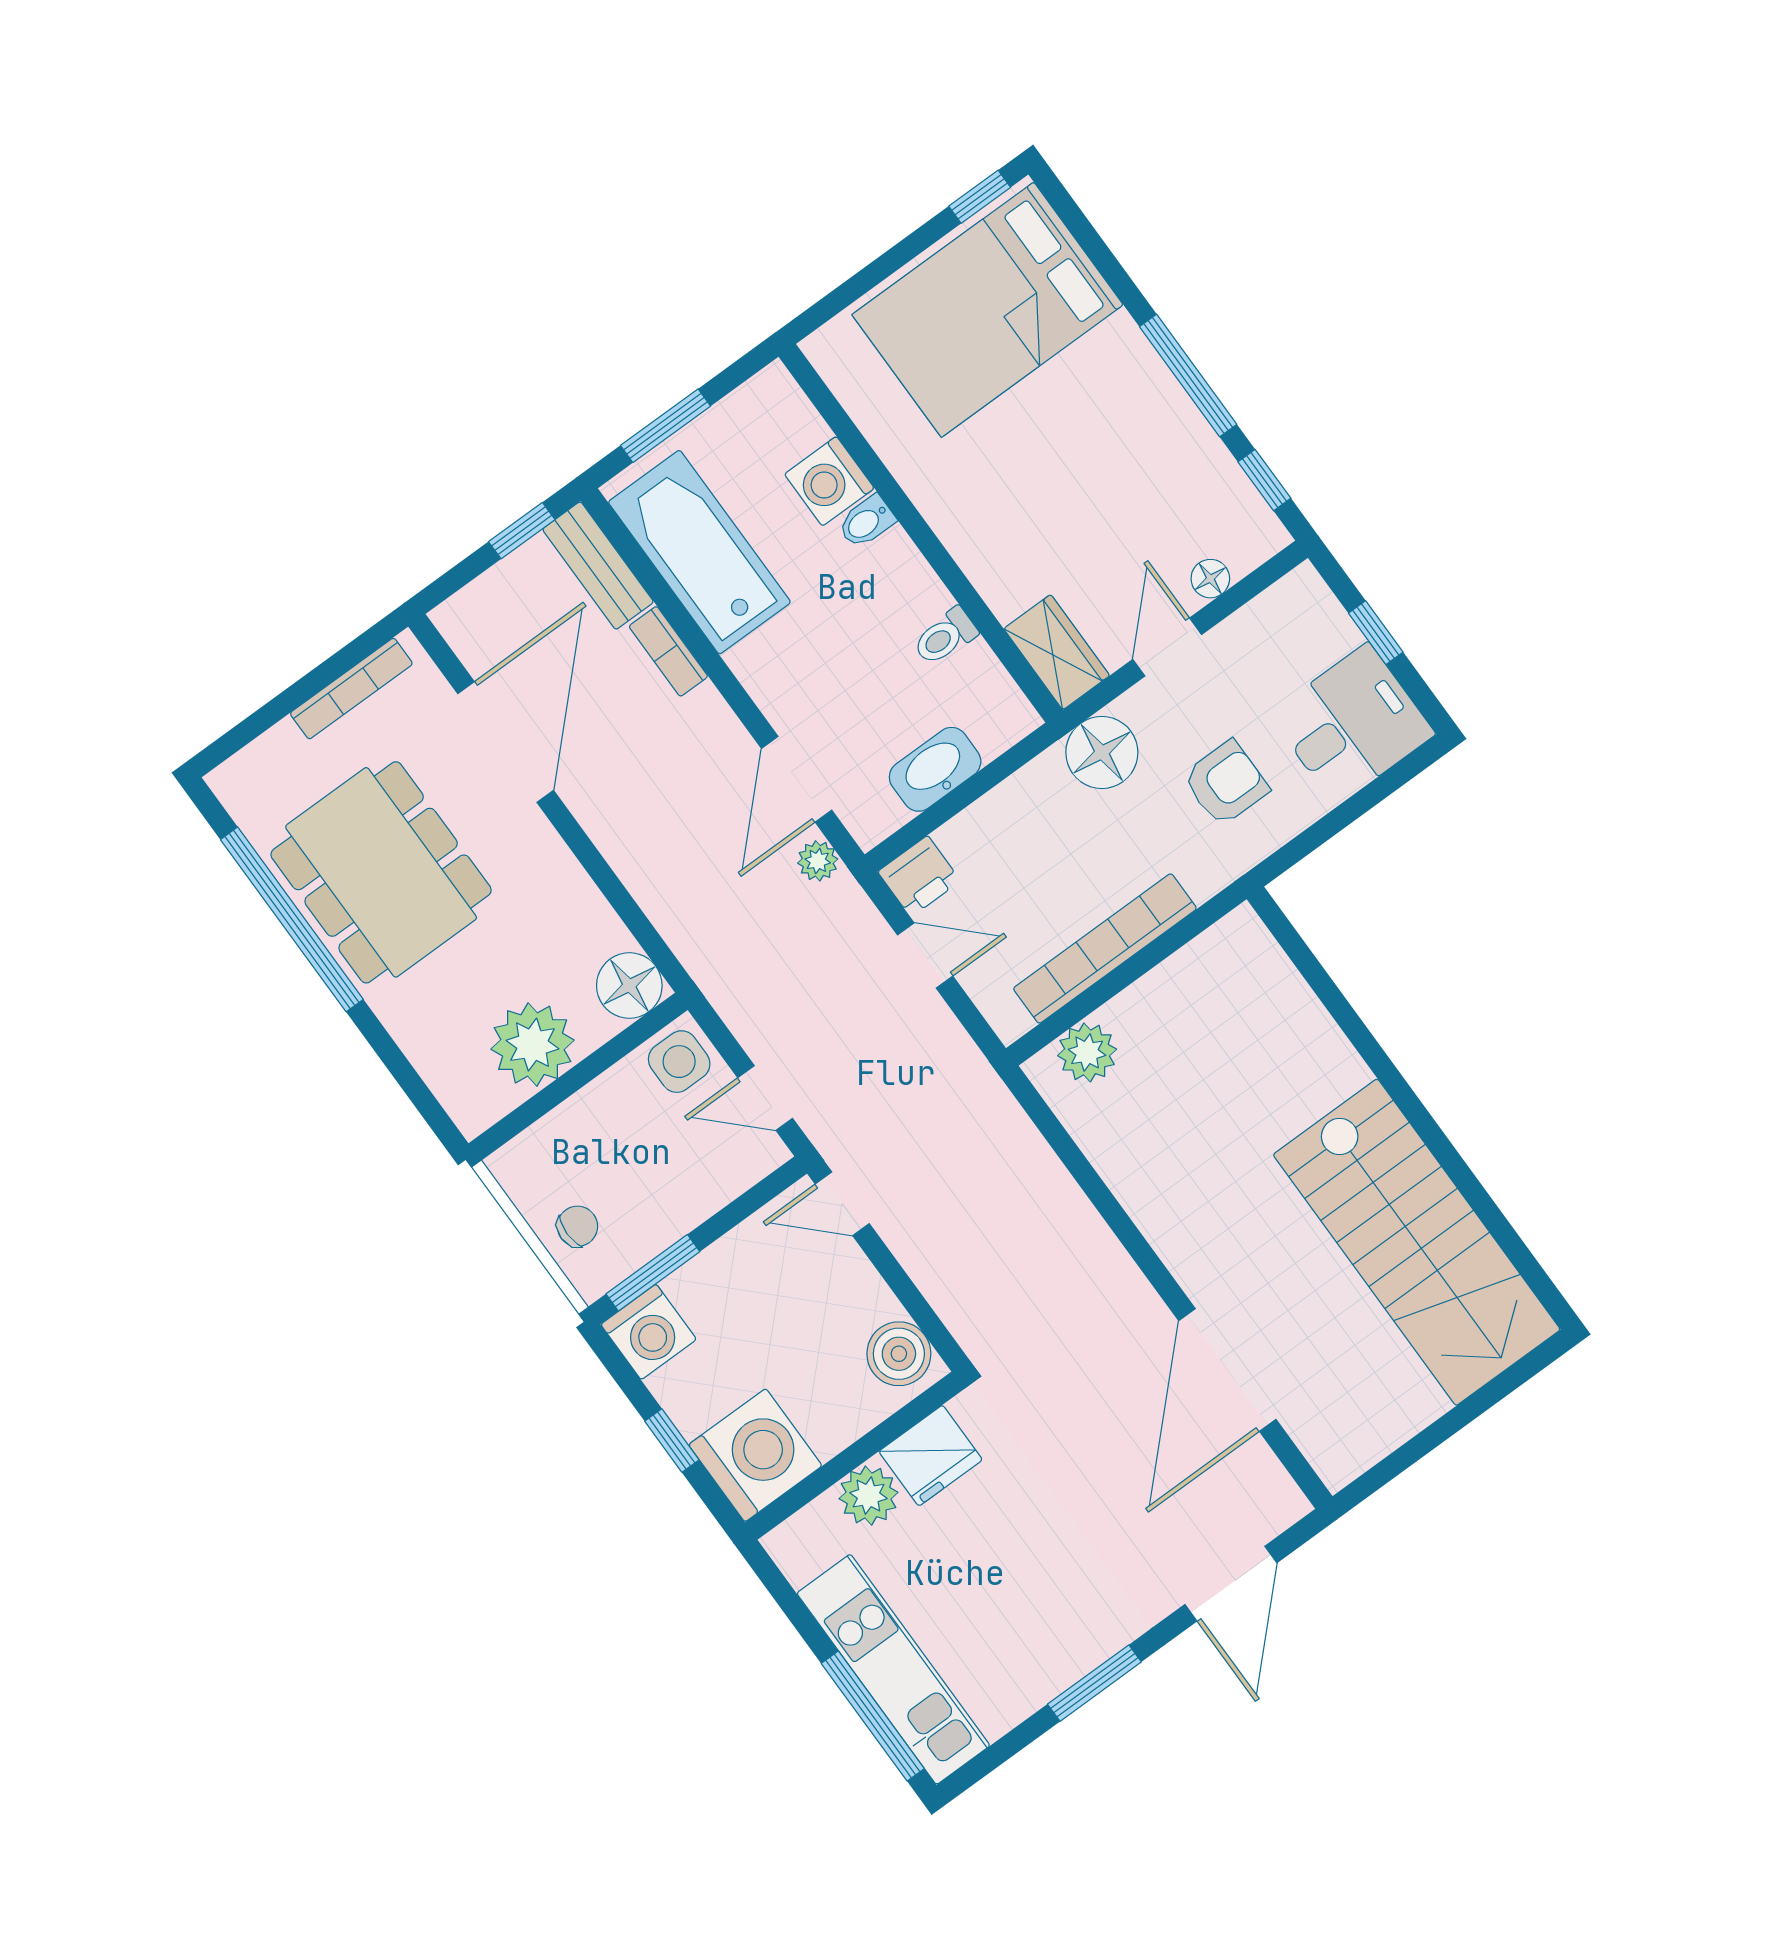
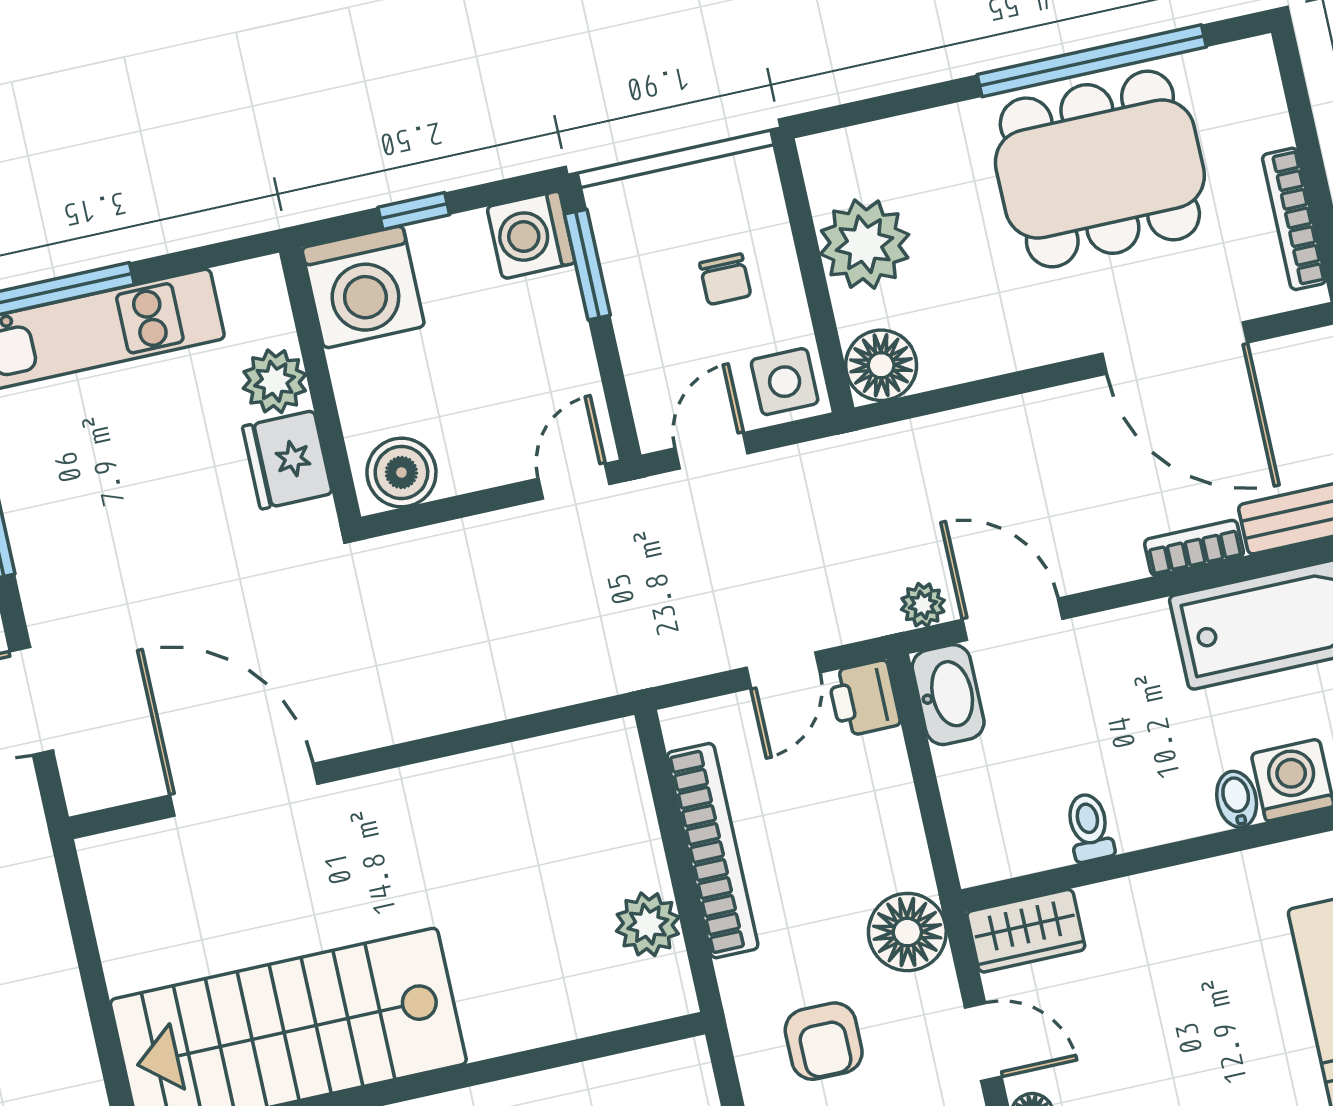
washbasin: (935, 769) -> (948, 695), moved
plant: (1087, 1052) -> (648, 924), moved
chair: (577, 1226) -> (725, 279), moved

